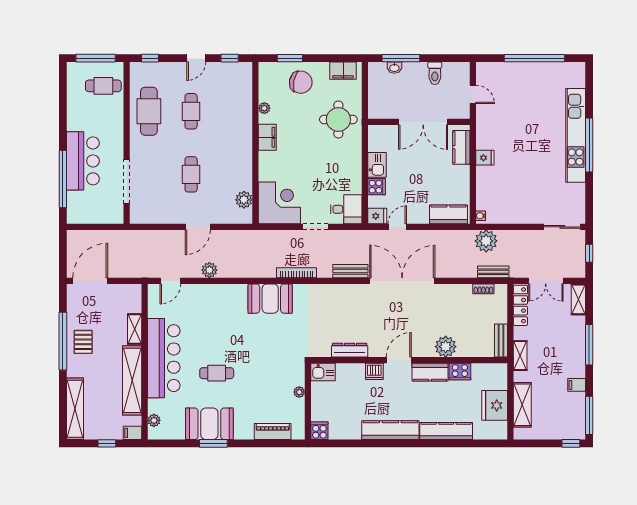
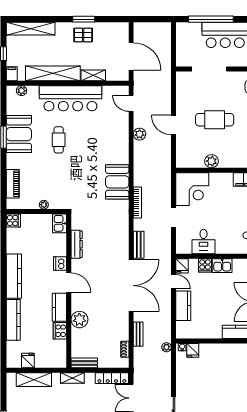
fridge: (485, 158) -> (193, 350), moved
cafe table: (191, 174) -> (215, 120), width x1.37, depth x1.35
plant: (244, 200) -> (212, 161), moved
desk: (346, 209) -> (204, 242), moved
kitchen counter: (448, 214) -> (183, 306), moved
plant: (486, 241) -> (166, 347), width x0.53, depth x0.53
bench: (493, 272) -> (138, 334), moved
door: (90, 281) -> (131, 57), moved
window: (63, 341) -> (84, 19), width x0.47
fridge: (495, 405) -> (28, 361), width x0.53, depth x0.75

